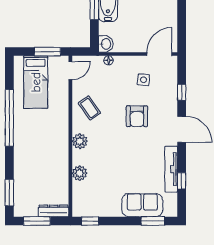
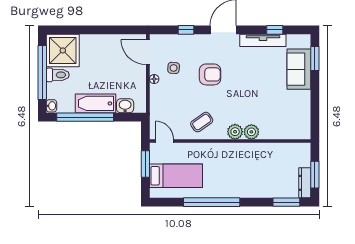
washbasin: (106, 44) -> (125, 106), moved
floor lamp: (109, 60) -> (154, 79), moved
plant: (80, 173) -> (251, 132), moved
dresser: (54, 211) -> (305, 183), moved
window: (90, 221) -> (315, 121), removed

